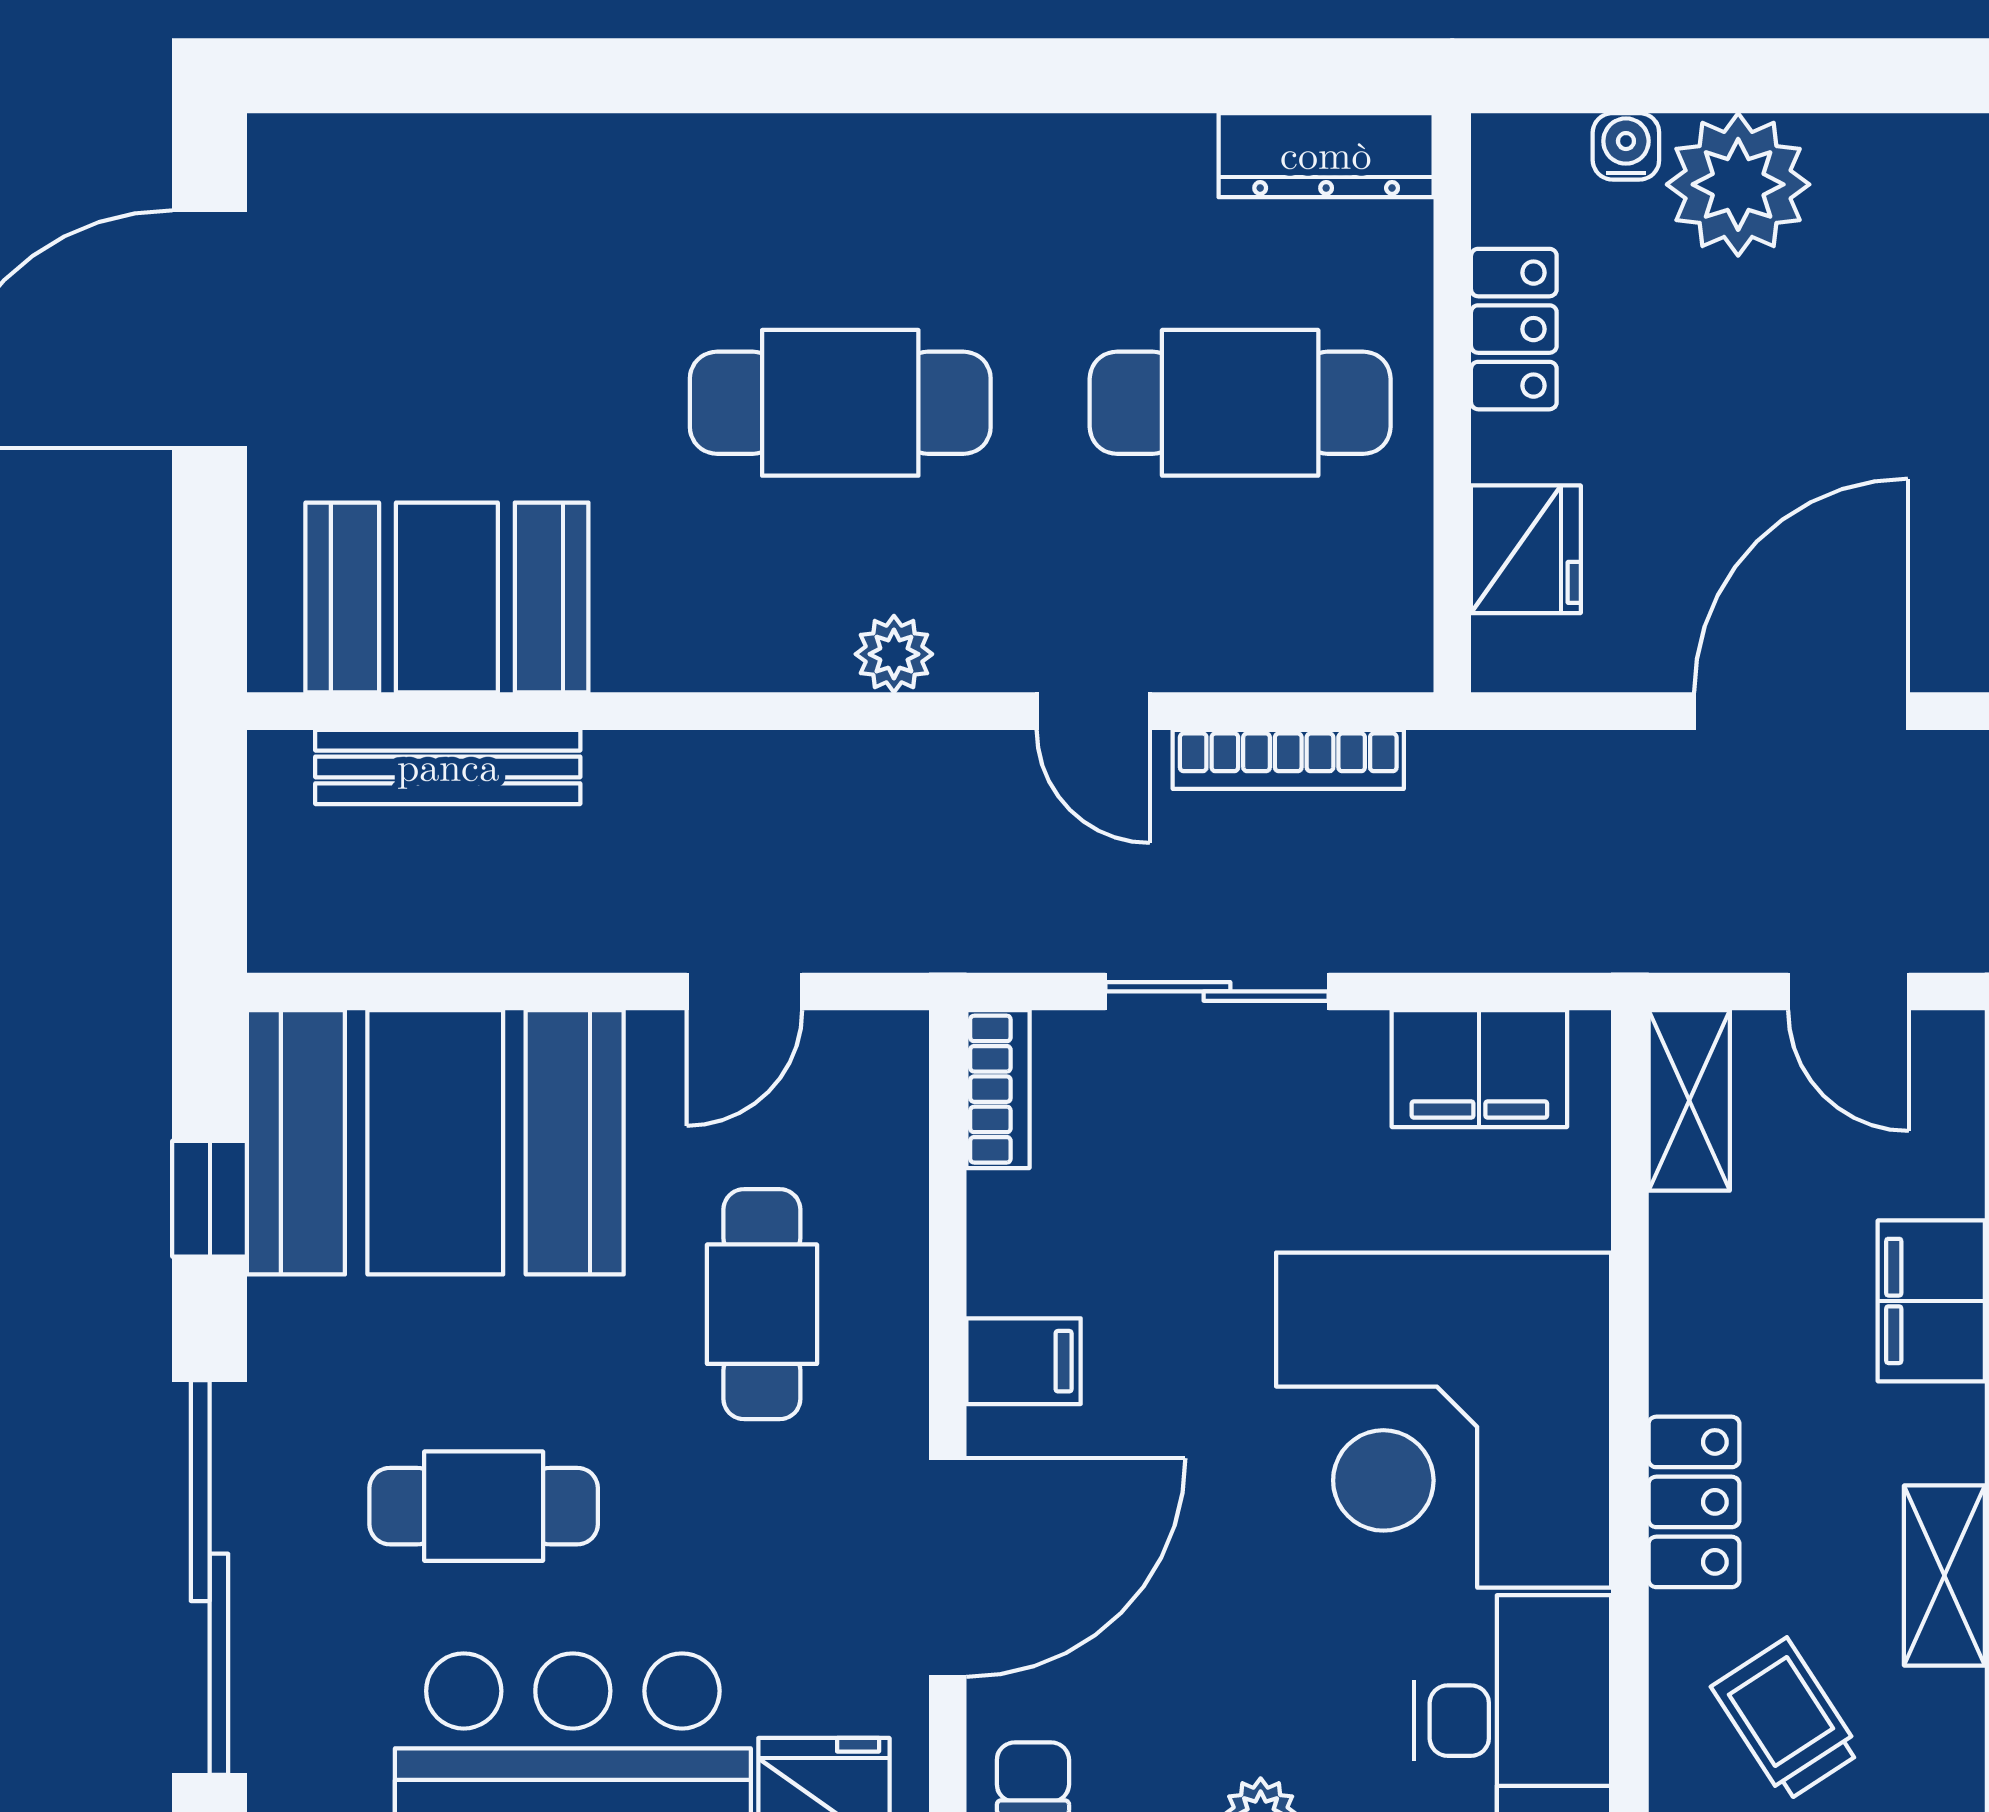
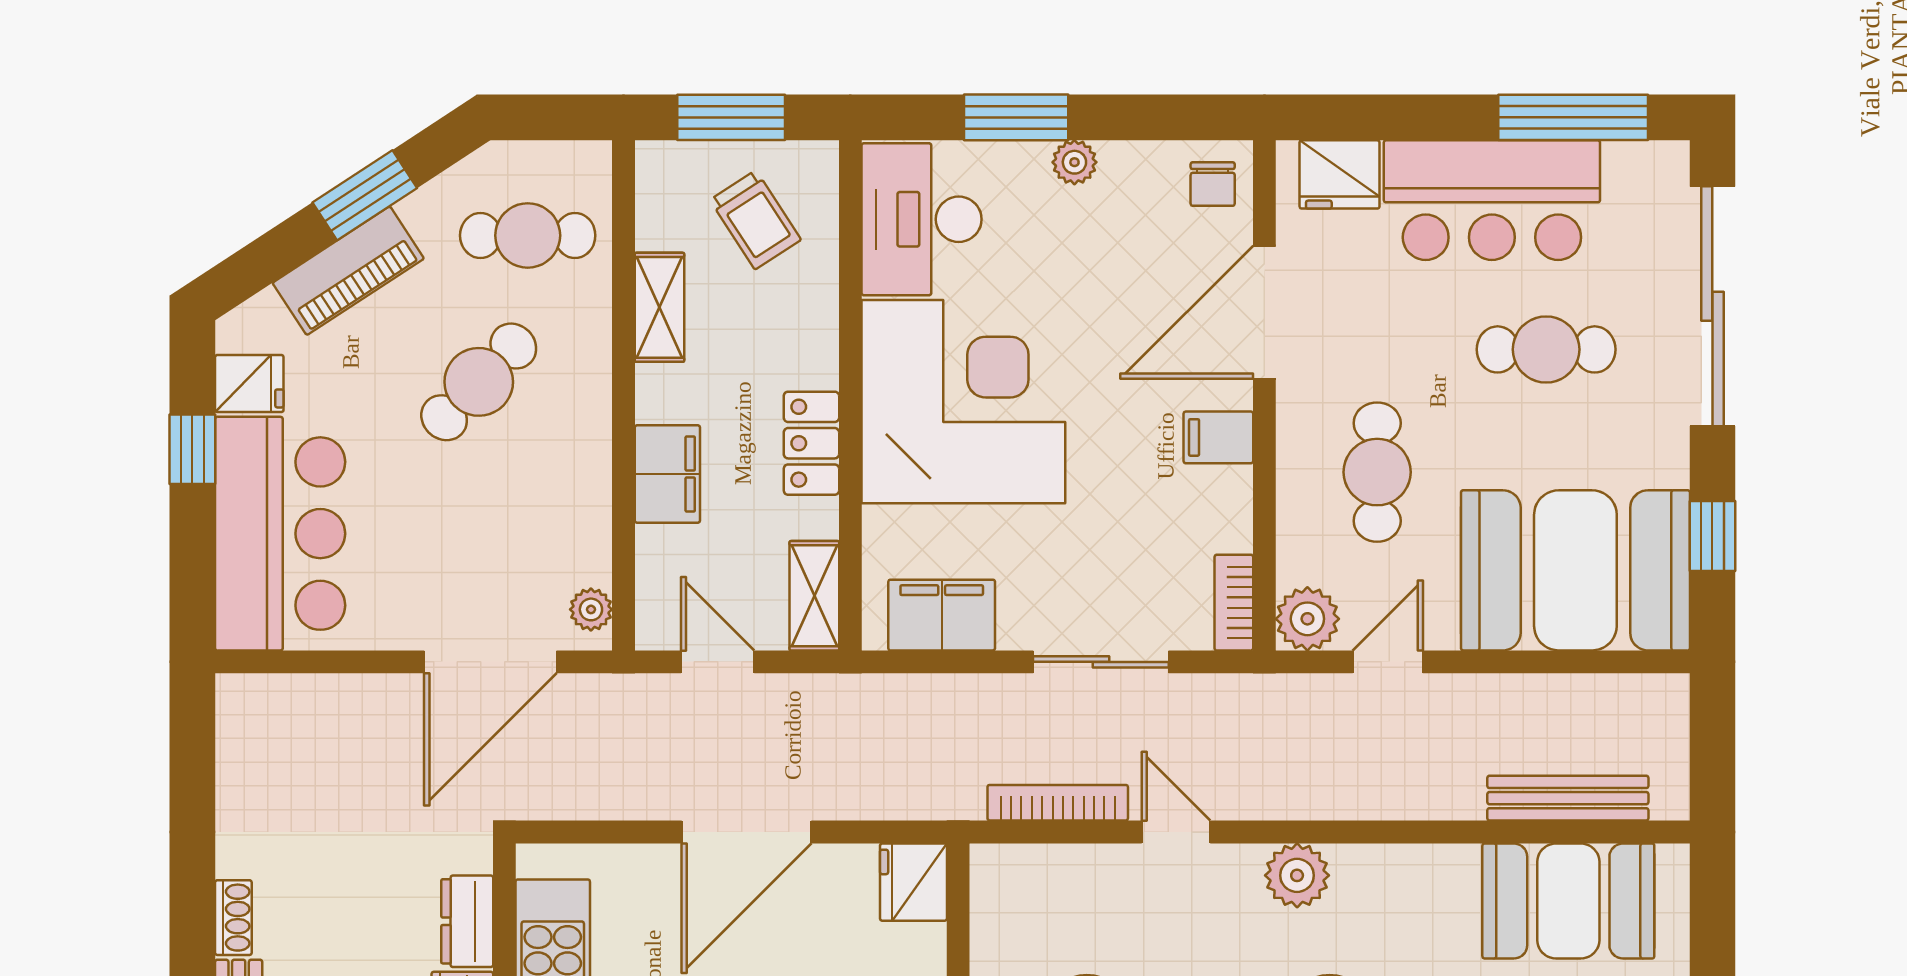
fridge: (1526, 549) -> (913, 882), moved
plant: (894, 654) -> (1297, 875), width x1.38, depth x1.38
plant: (877, 1062) -> (1307, 619), added
locker: (1694, 1502) -> (811, 443), moved

